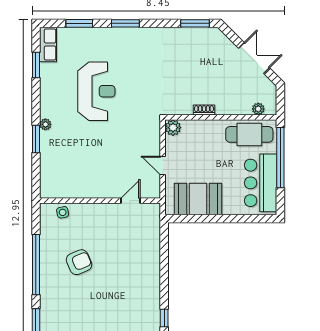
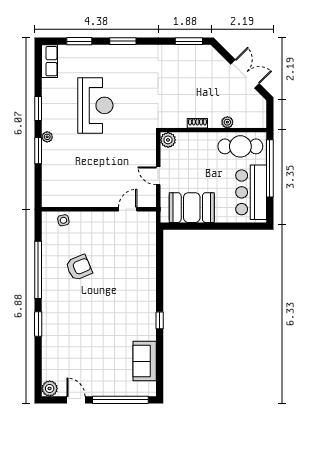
window: (36, 65) -> (38, 108), moved
plant: (258, 109) -> (227, 122), moved

